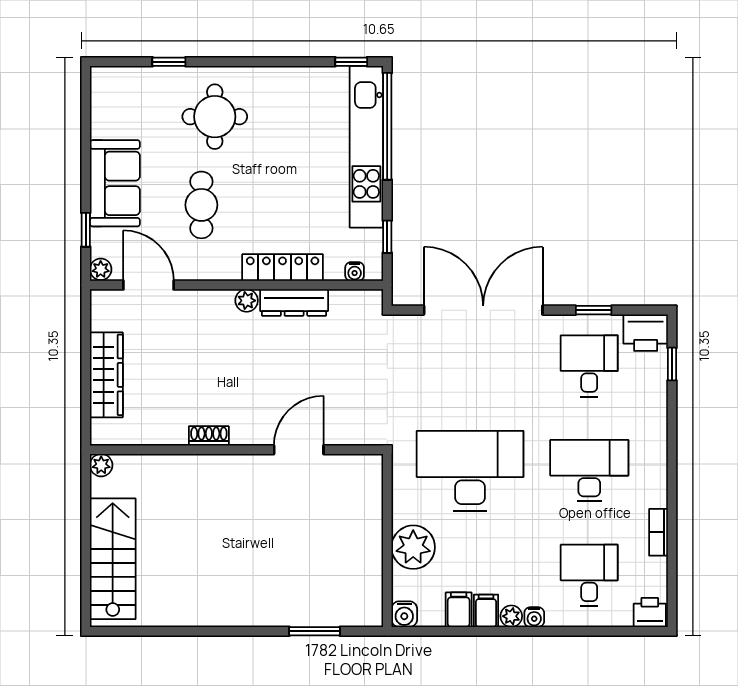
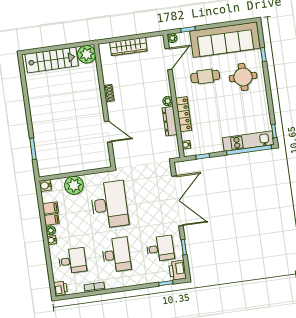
kitchen unit: (366, 147) -> (248, 141), width x0.73
sofa: (115, 183) -> (225, 40), width x1.85, depth x1.27
plant: (101, 465) -> (87, 54), width x1.87, depth x1.87

